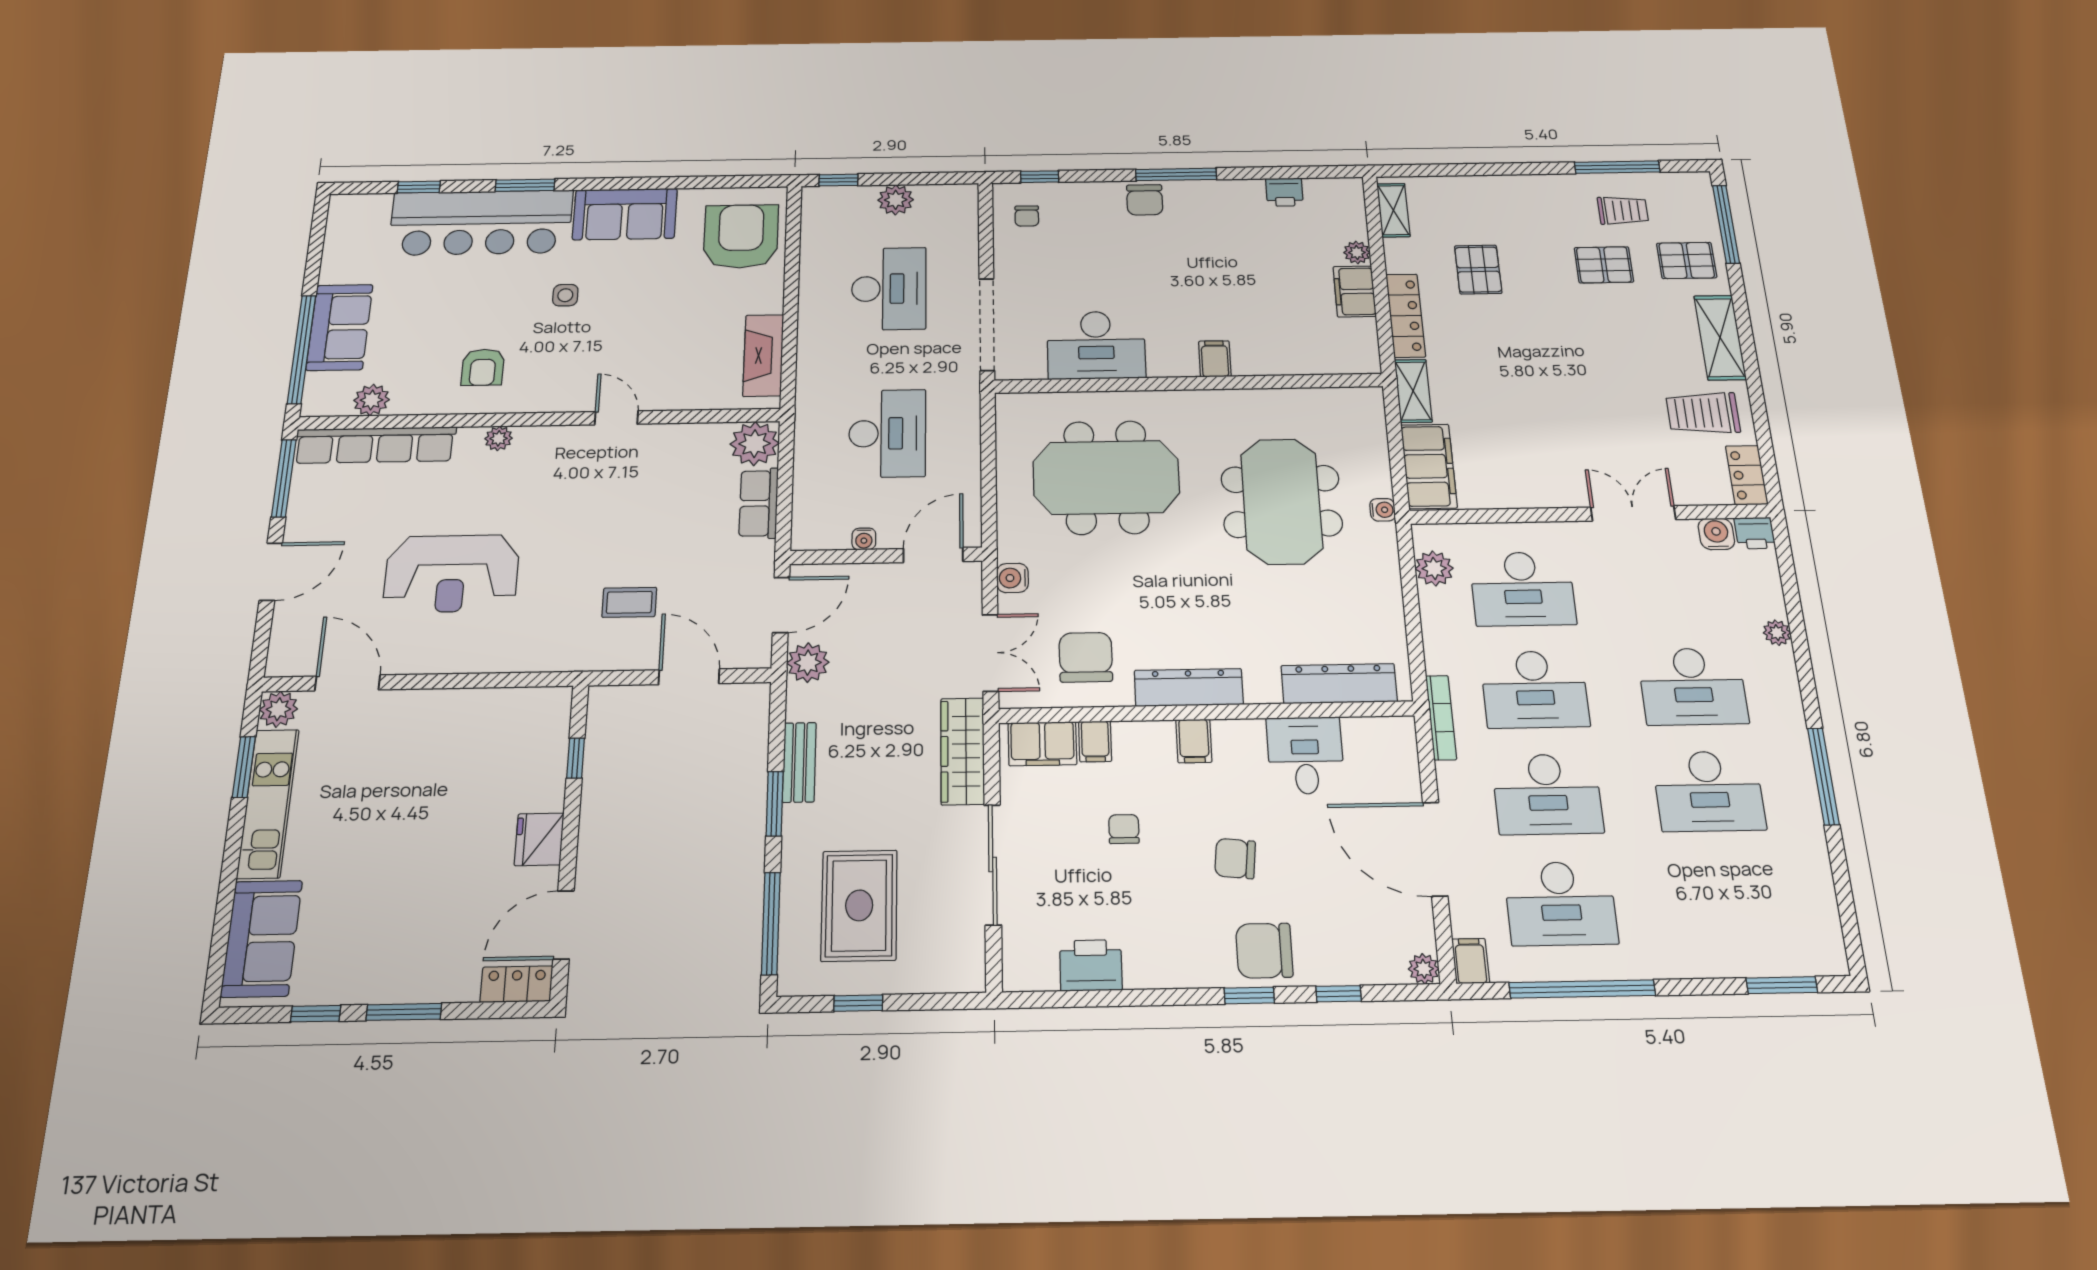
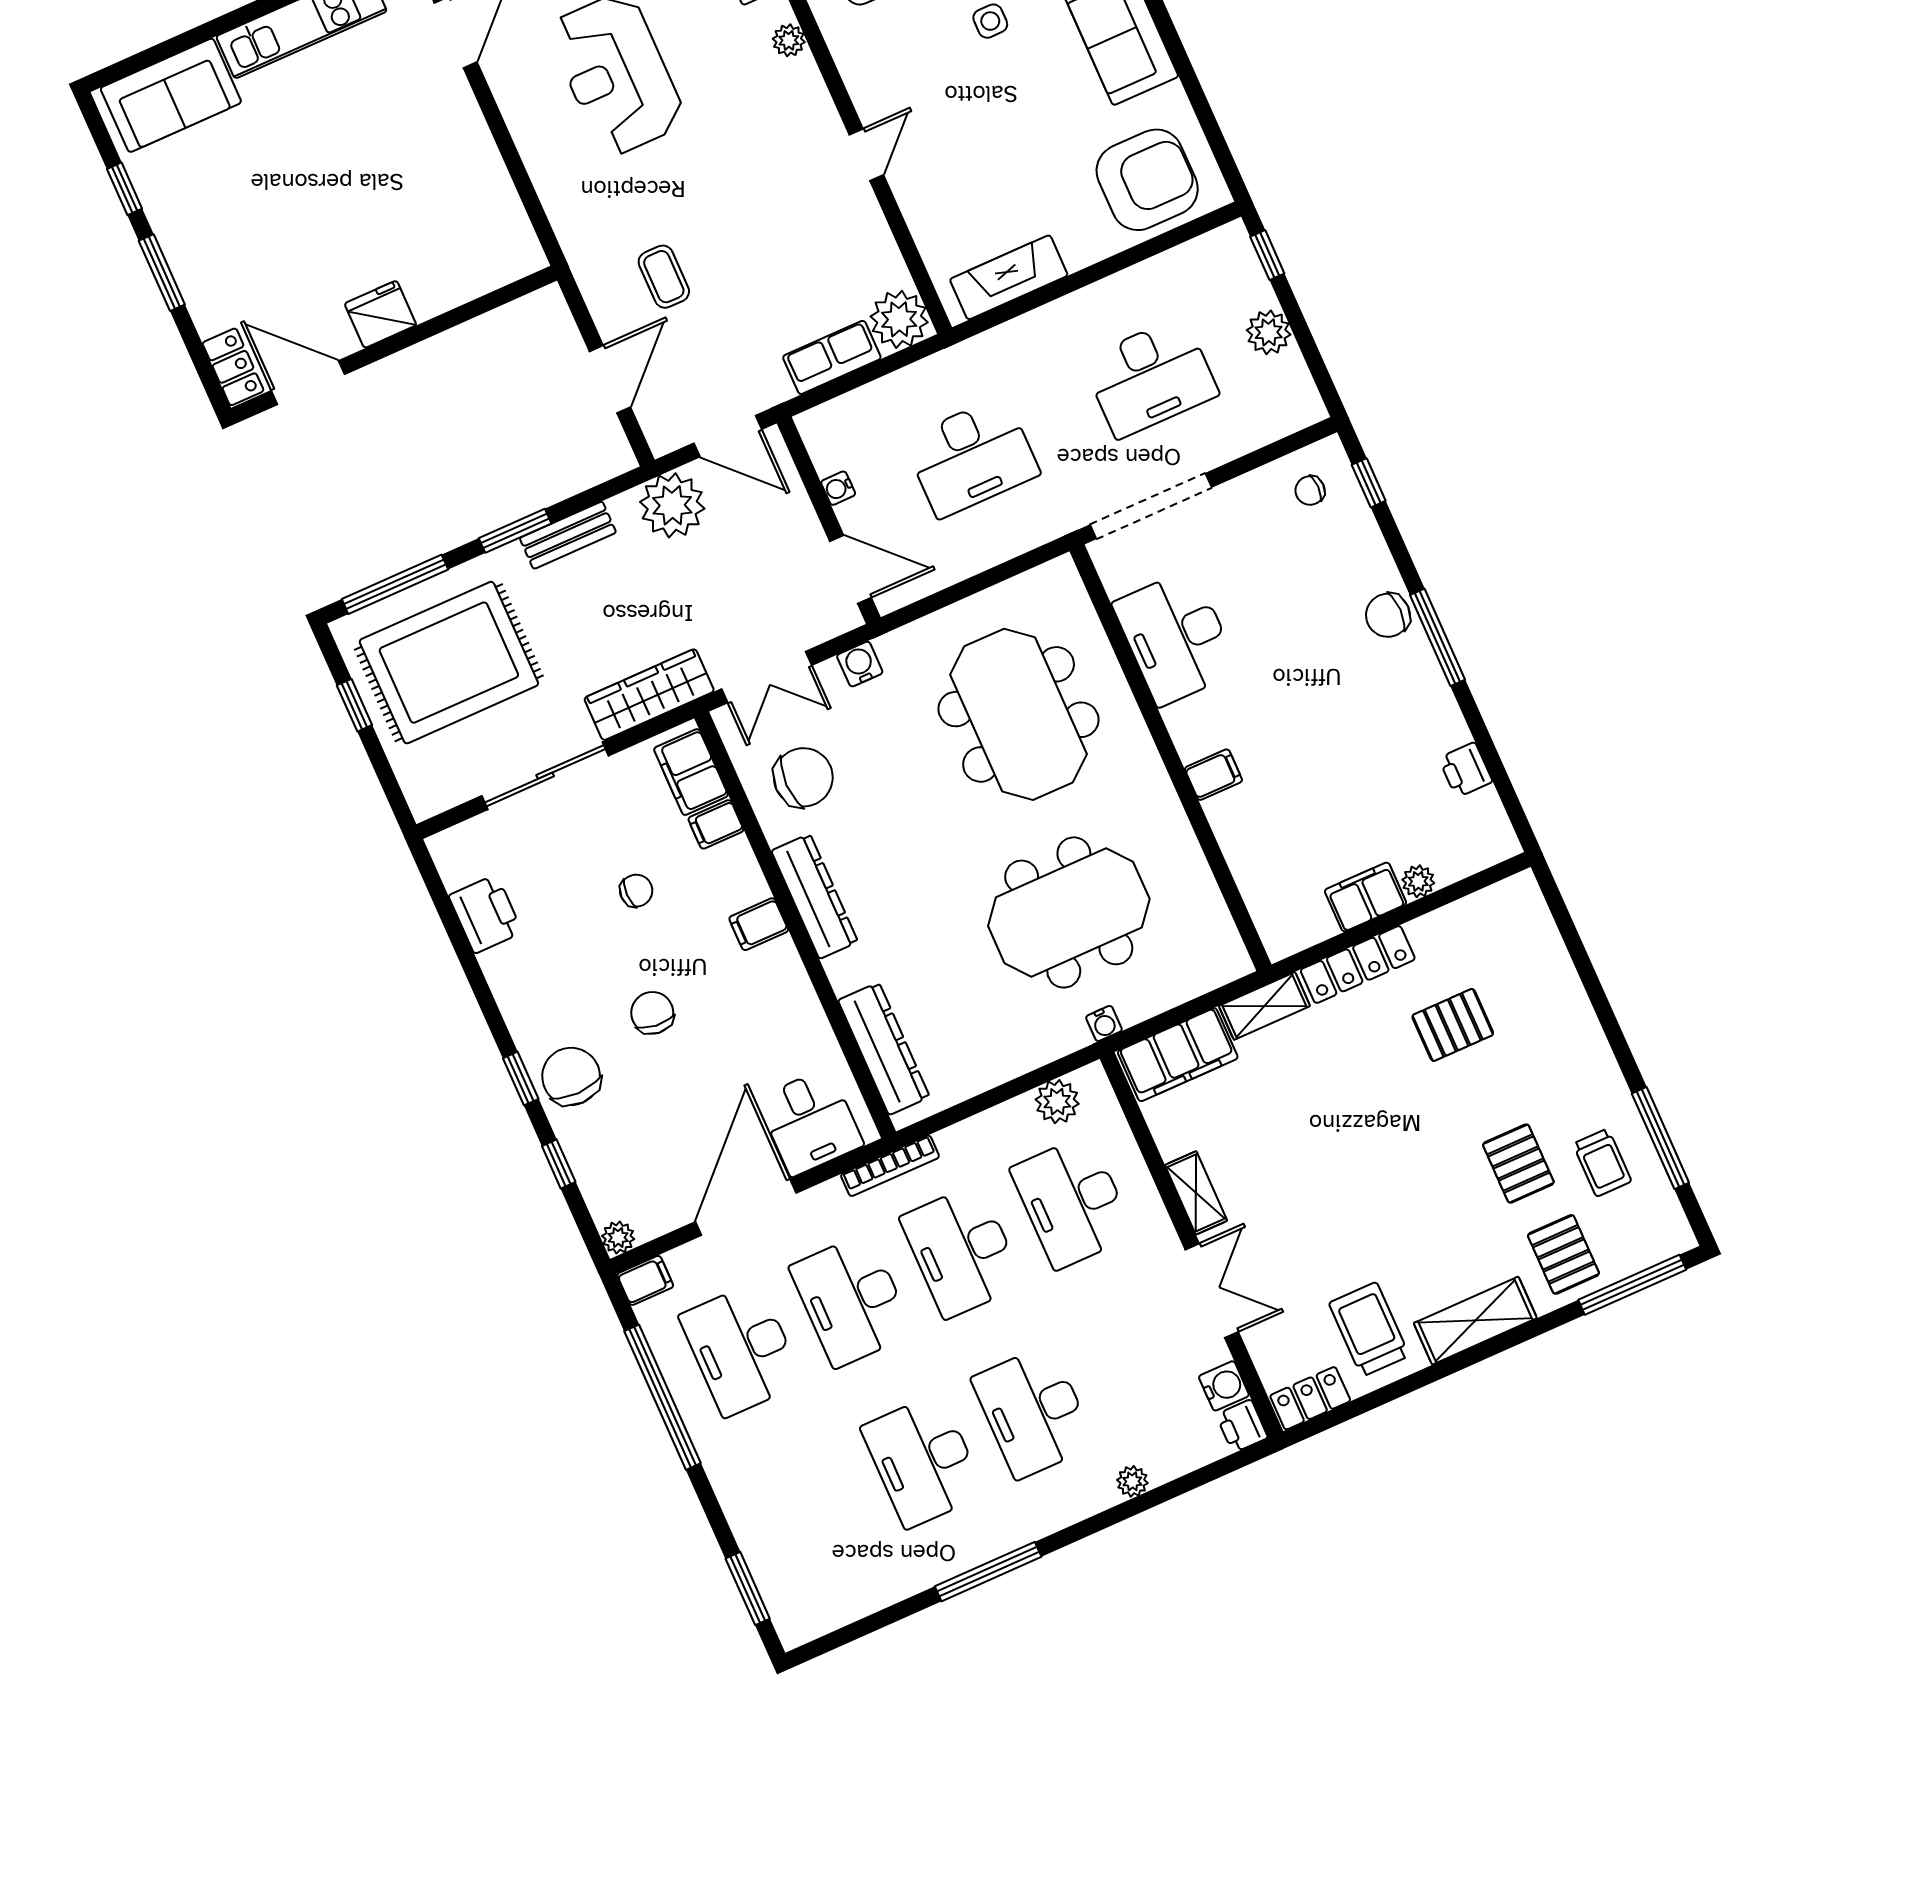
shelving: (1393, 210) -> (1196, 1193), moved, turned 90
plant: (808, 663) -> (672, 505), width x1.36, depth x1.36
desk: (1305, 755) -> (810, 1122), moved, turned 90
window: (576, 758) -> (477, 307), removed
rug: (859, 905) -> (449, 663), width x1.37, depth x1.44

